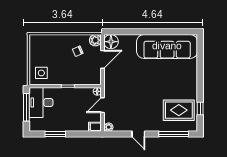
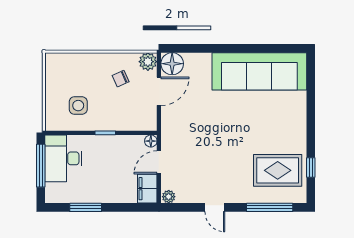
side table: (41, 73) -> (78, 106), moved
filing cabinet: (95, 127) -> (147, 189), width x2.00

